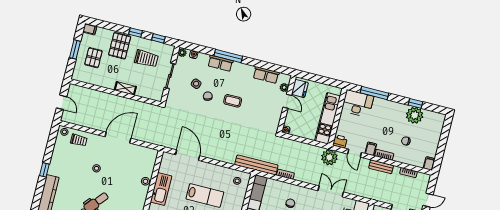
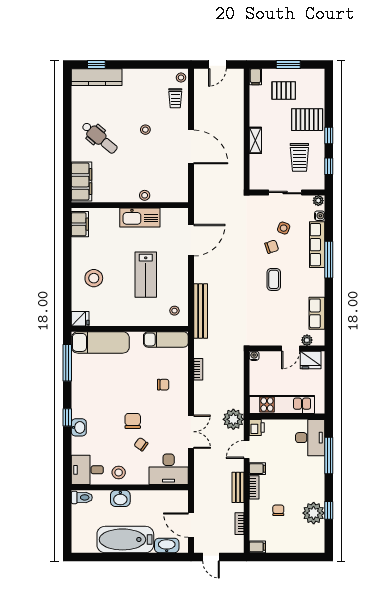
filing cabinet: (90, 29) -> (255, 77), moved
row of seats: (220, 63) -> (317, 245), width x1.48
bench: (256, 165) -> (201, 311), moved
window: (44, 170) -> (96, 65), moved

